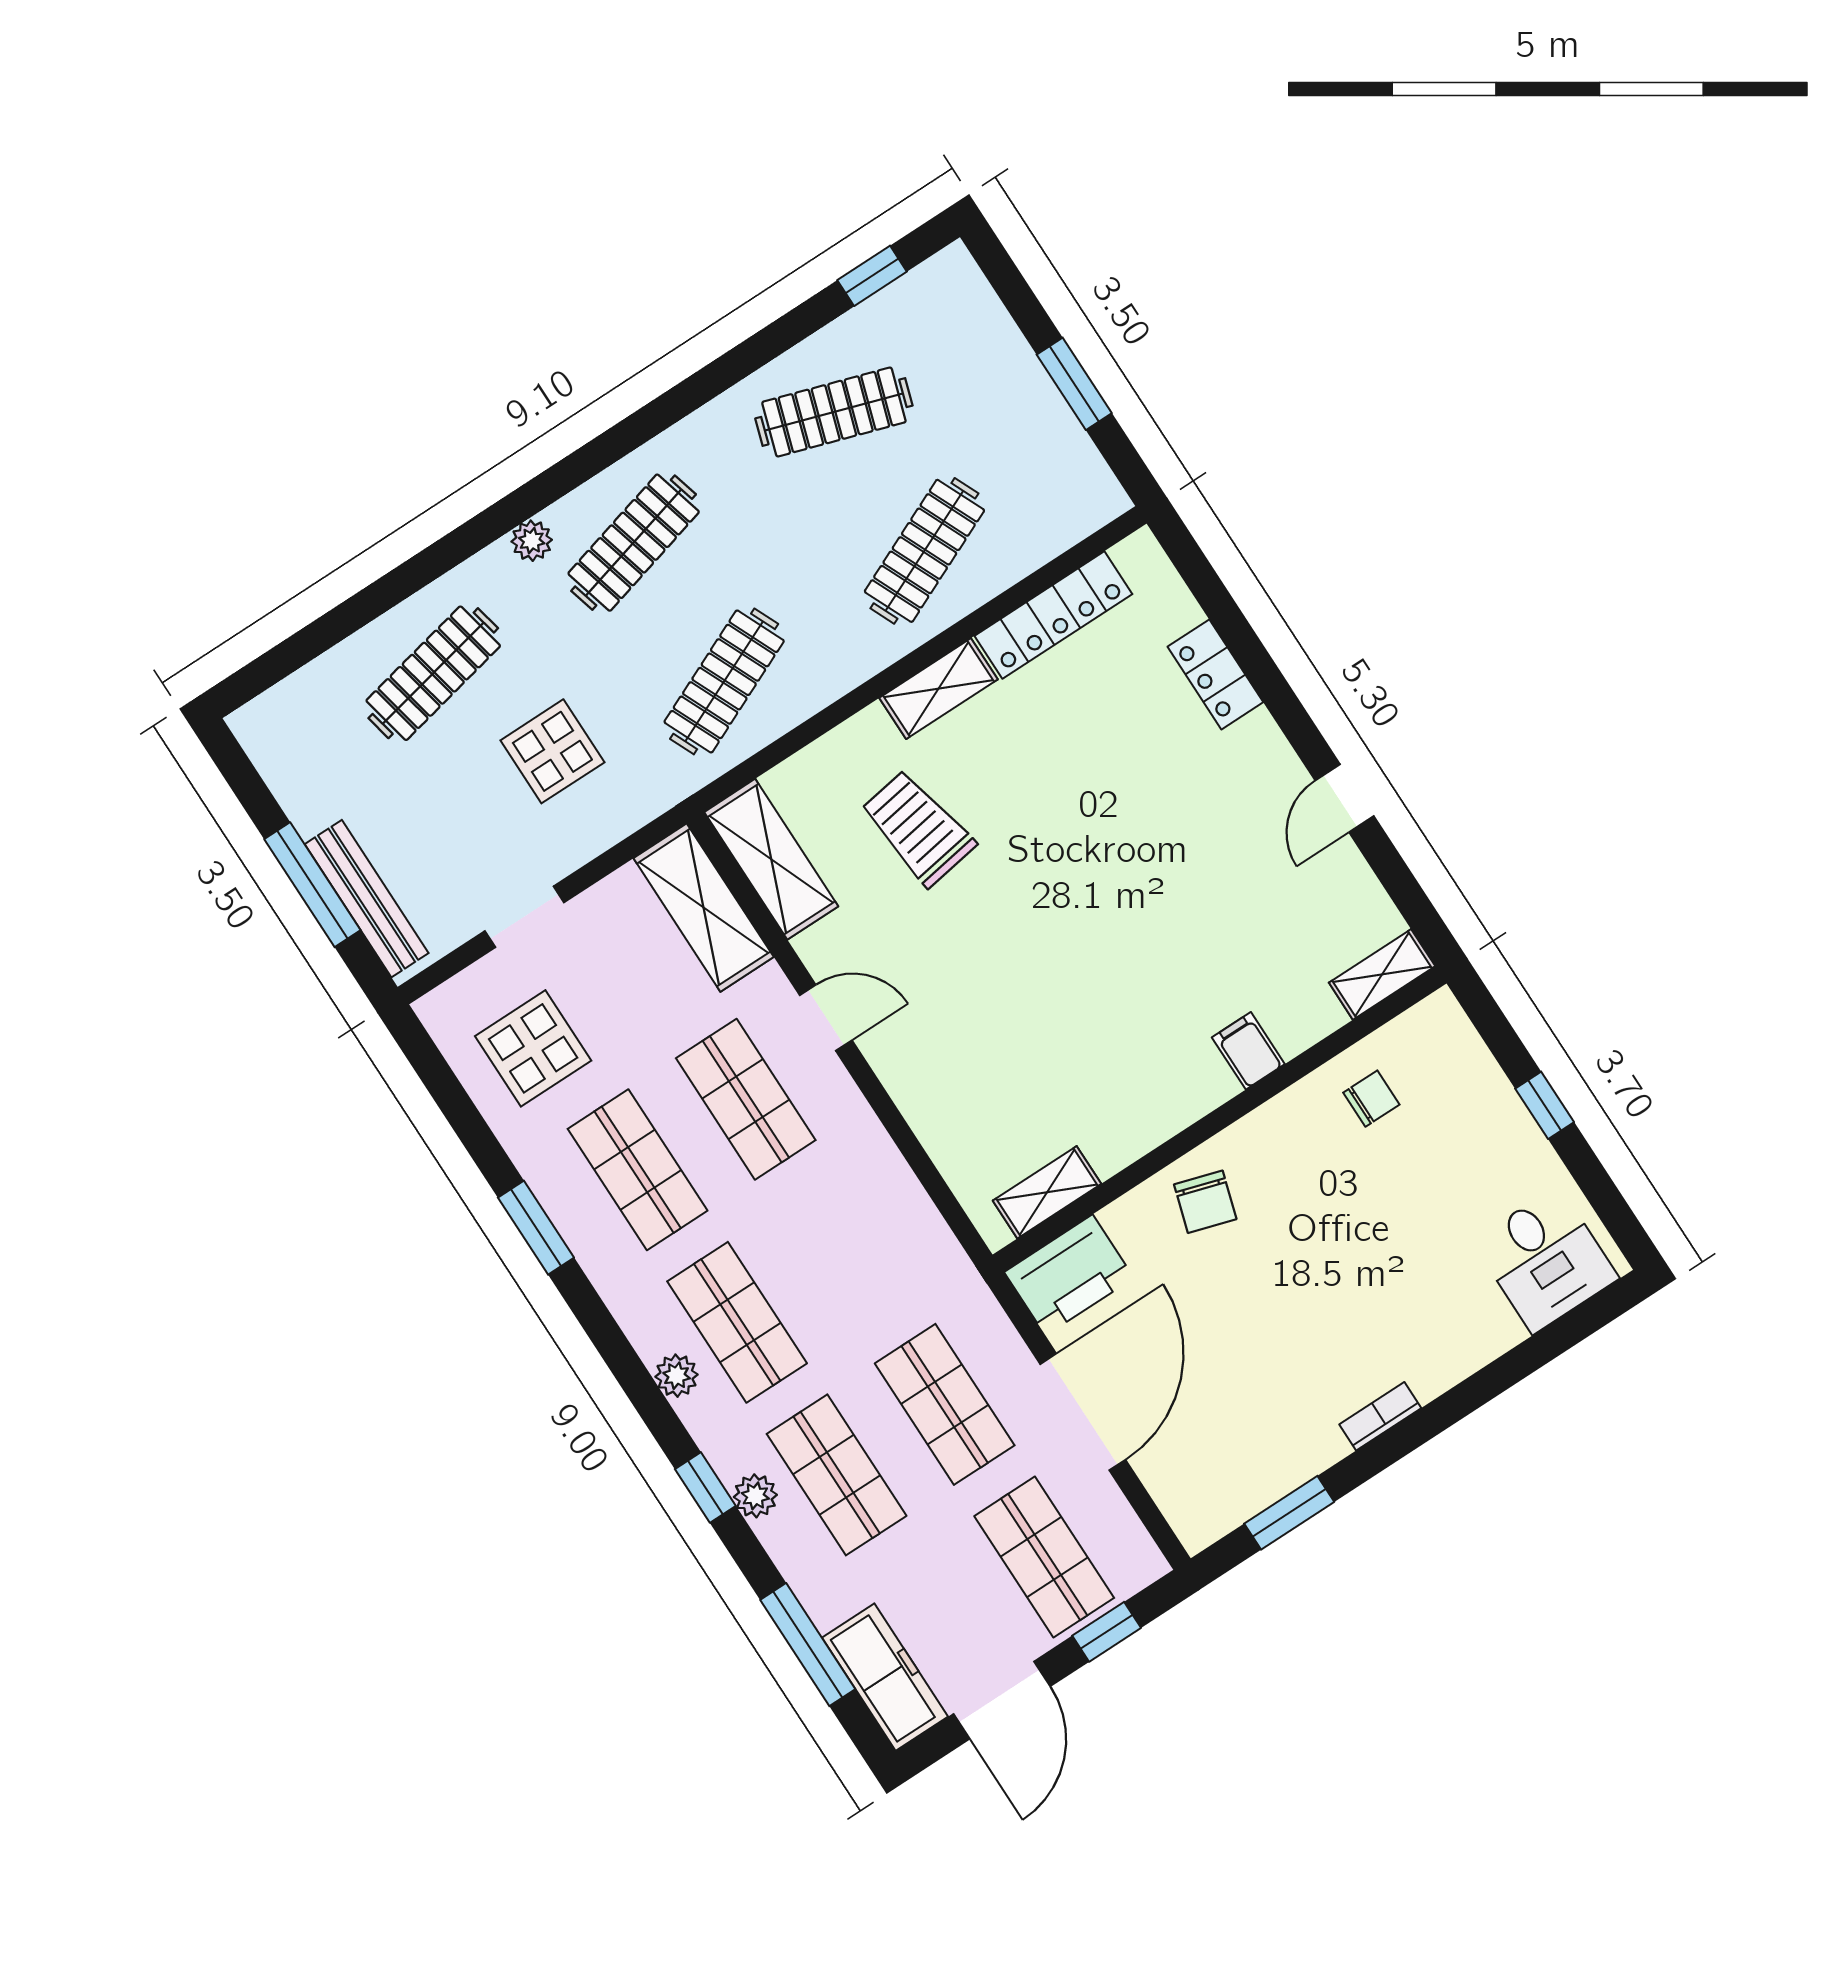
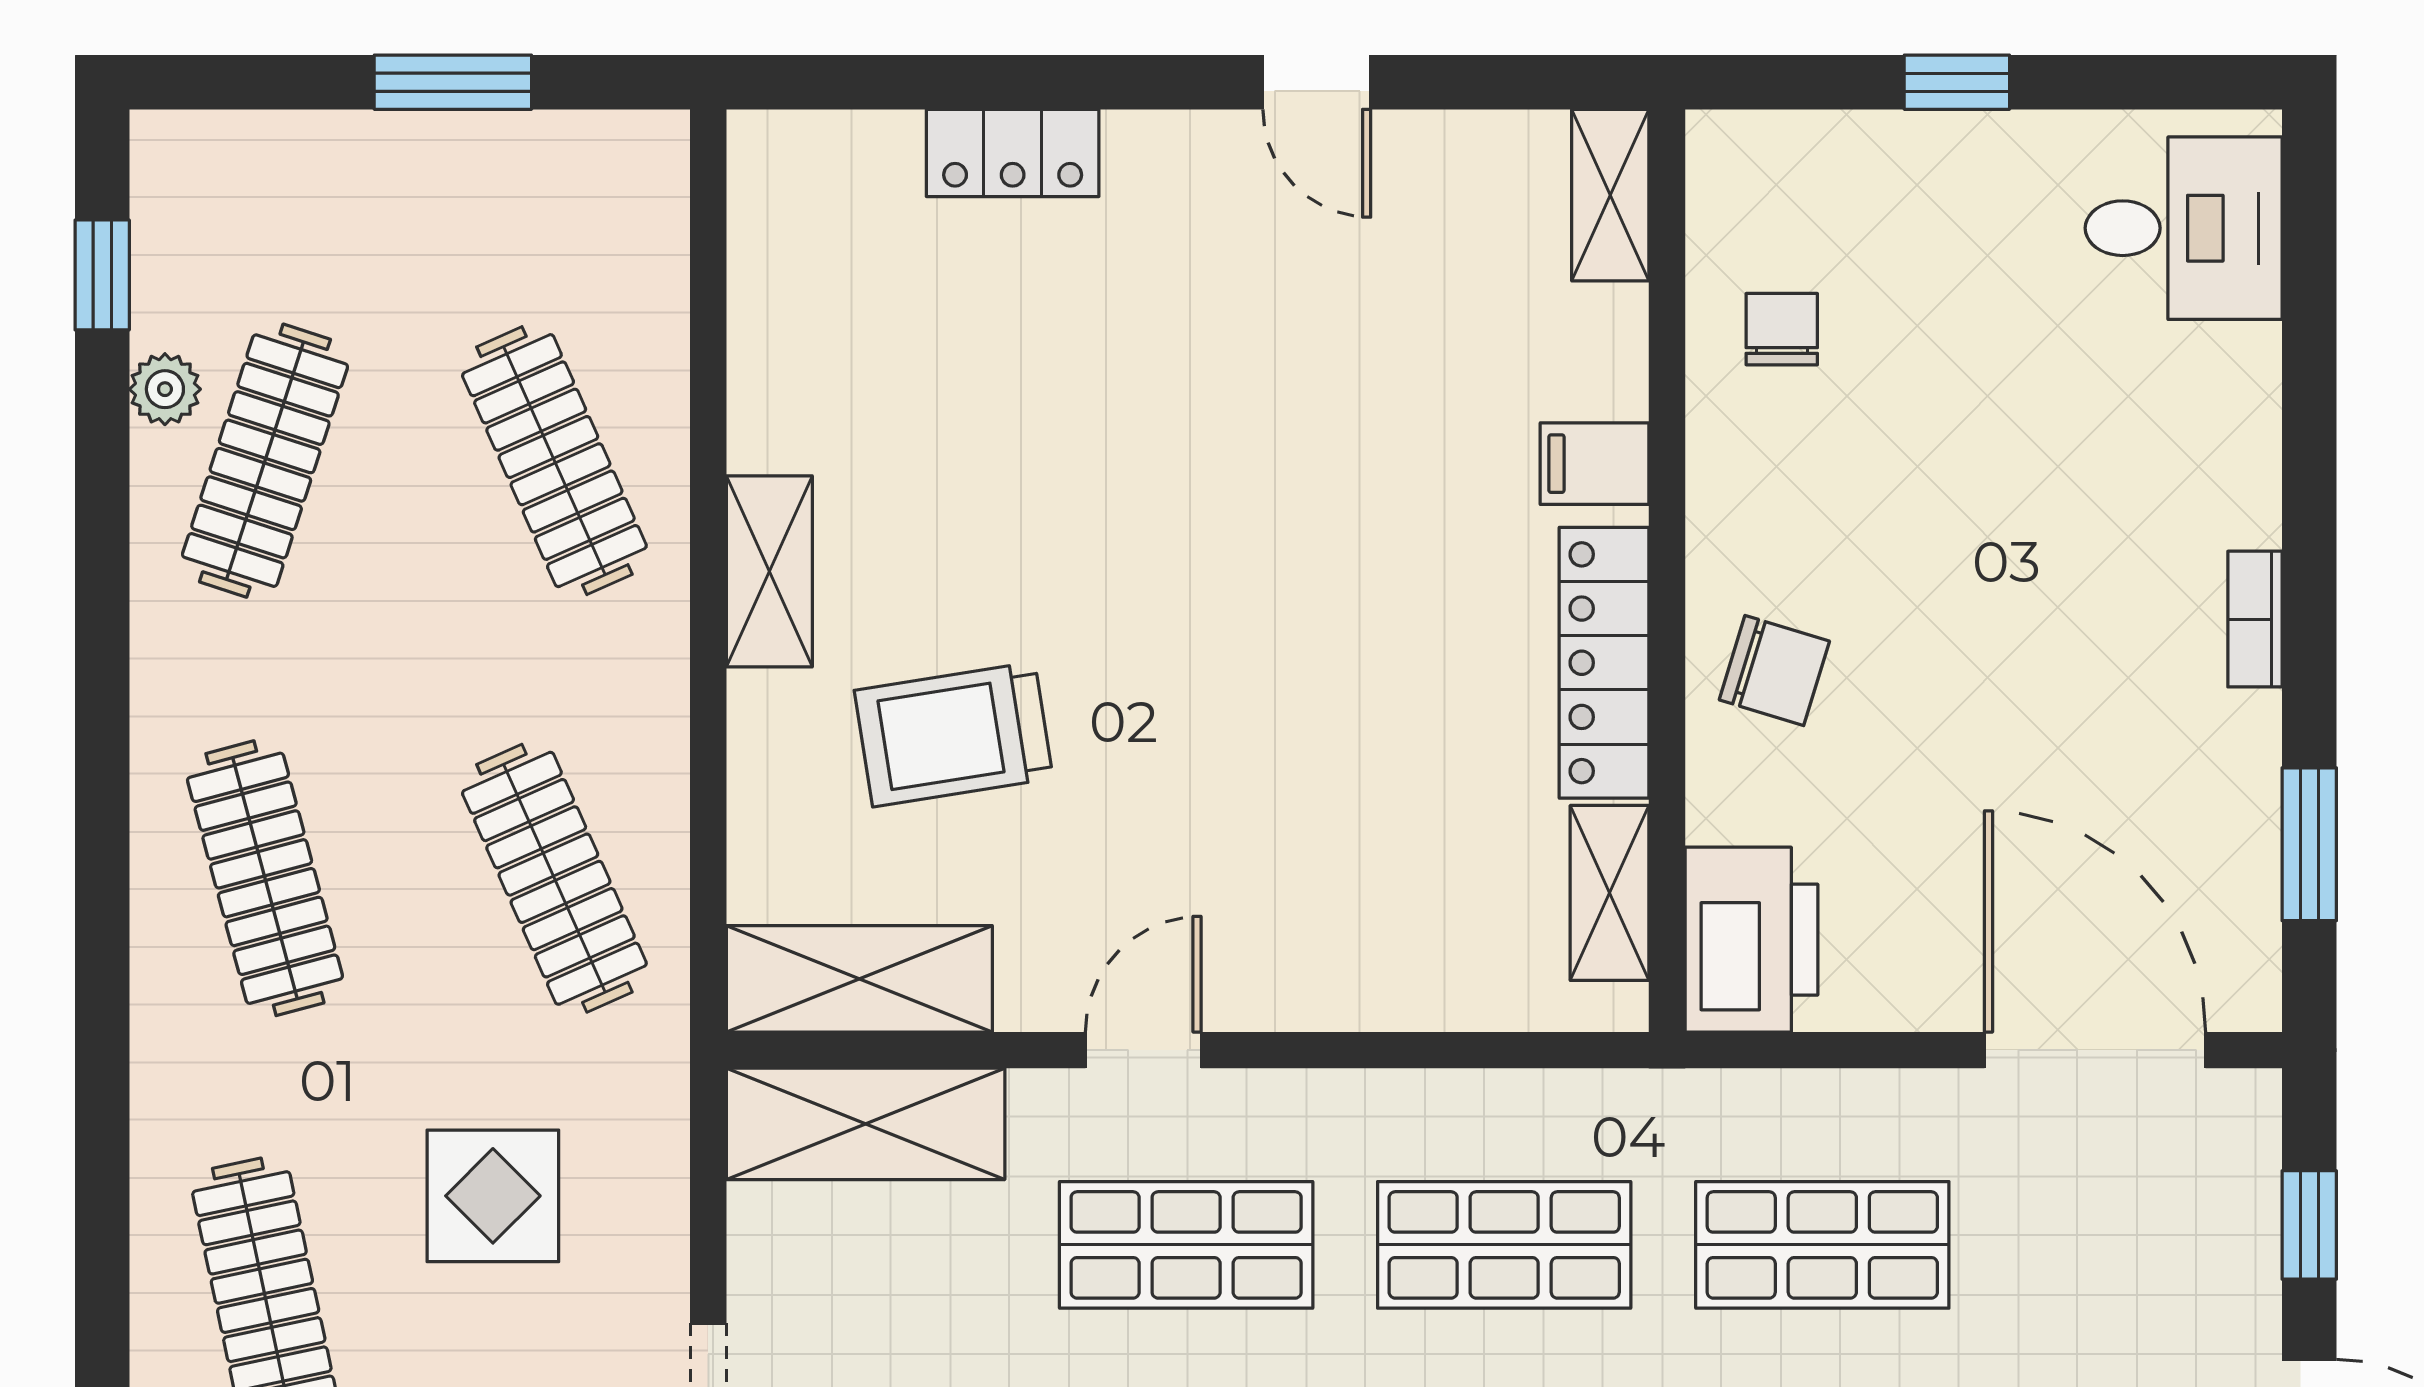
plant: (532, 541) -> (165, 389), moved
locker: (1053, 615) -> (1604, 663), moved, turned 180
door: (1083, 1412) -> (2095, 1050), moved
shop shelf: (1044, 1557) -> (1504, 1245), moved

